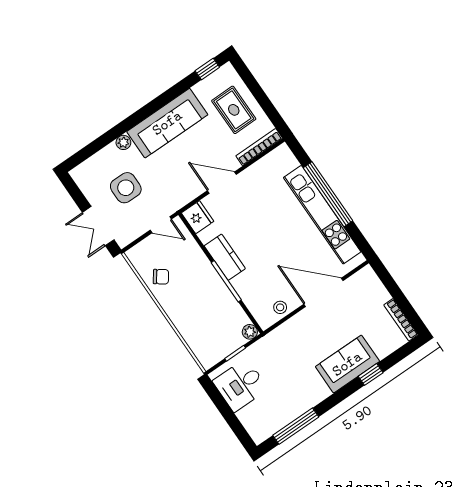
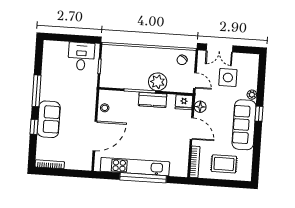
window: (207, 69) -> (259, 114), moved
door: (222, 183) -> (192, 129), hinge flipped
floor lamp: (188, 193) -> (200, 107), added
door: (161, 225) -> (195, 80), swing flipped
double door: (98, 226) -> (219, 48), swing flipped
chair: (161, 277) -> (182, 60), moved
plant: (250, 332) -> (158, 82), moved, width x1.88, depth x1.88
window: (296, 426) -> (36, 91), moved

